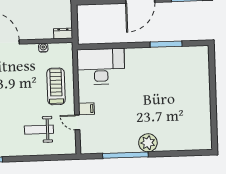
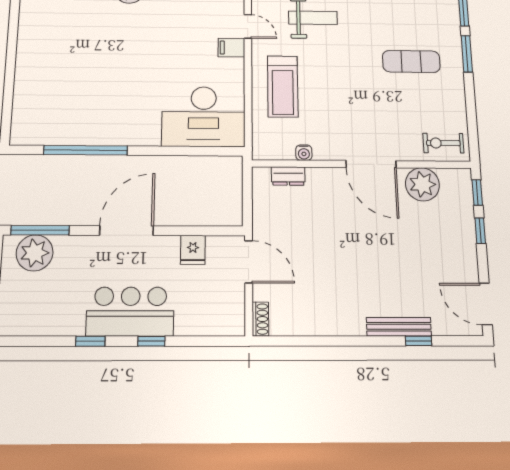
dresser: (63, 34) -> (288, 176), moved
window: (166, 44) -> (85, 150), width x1.46

